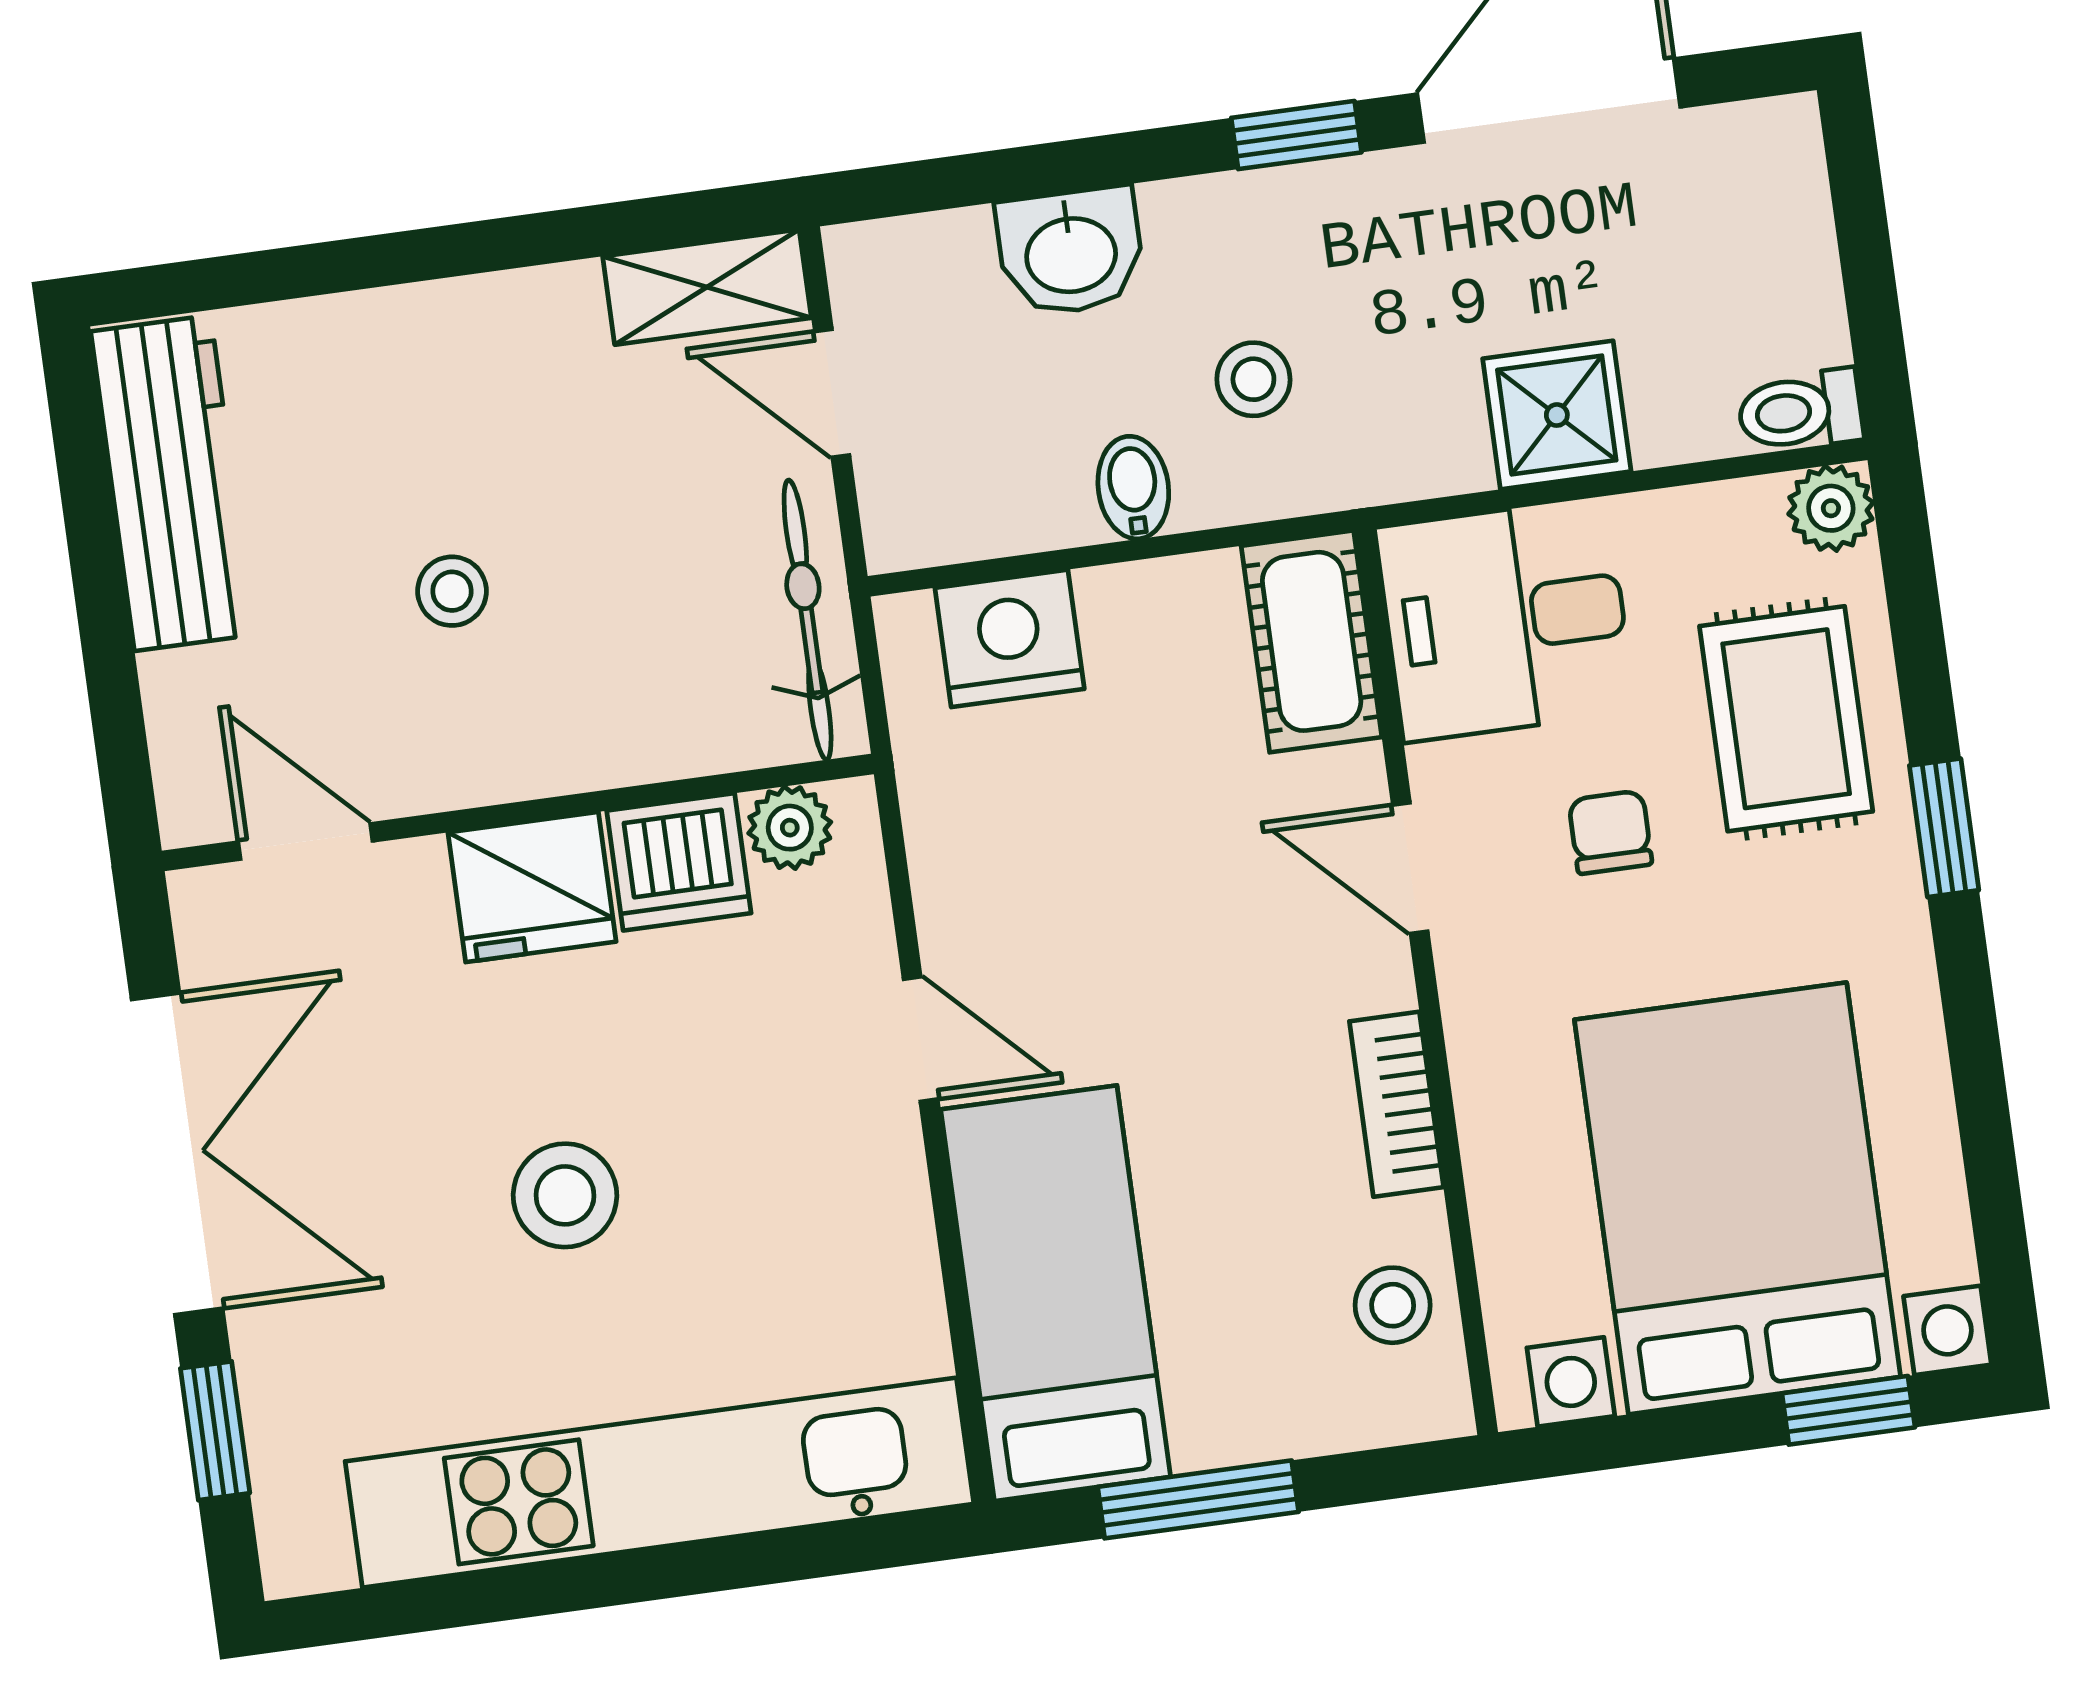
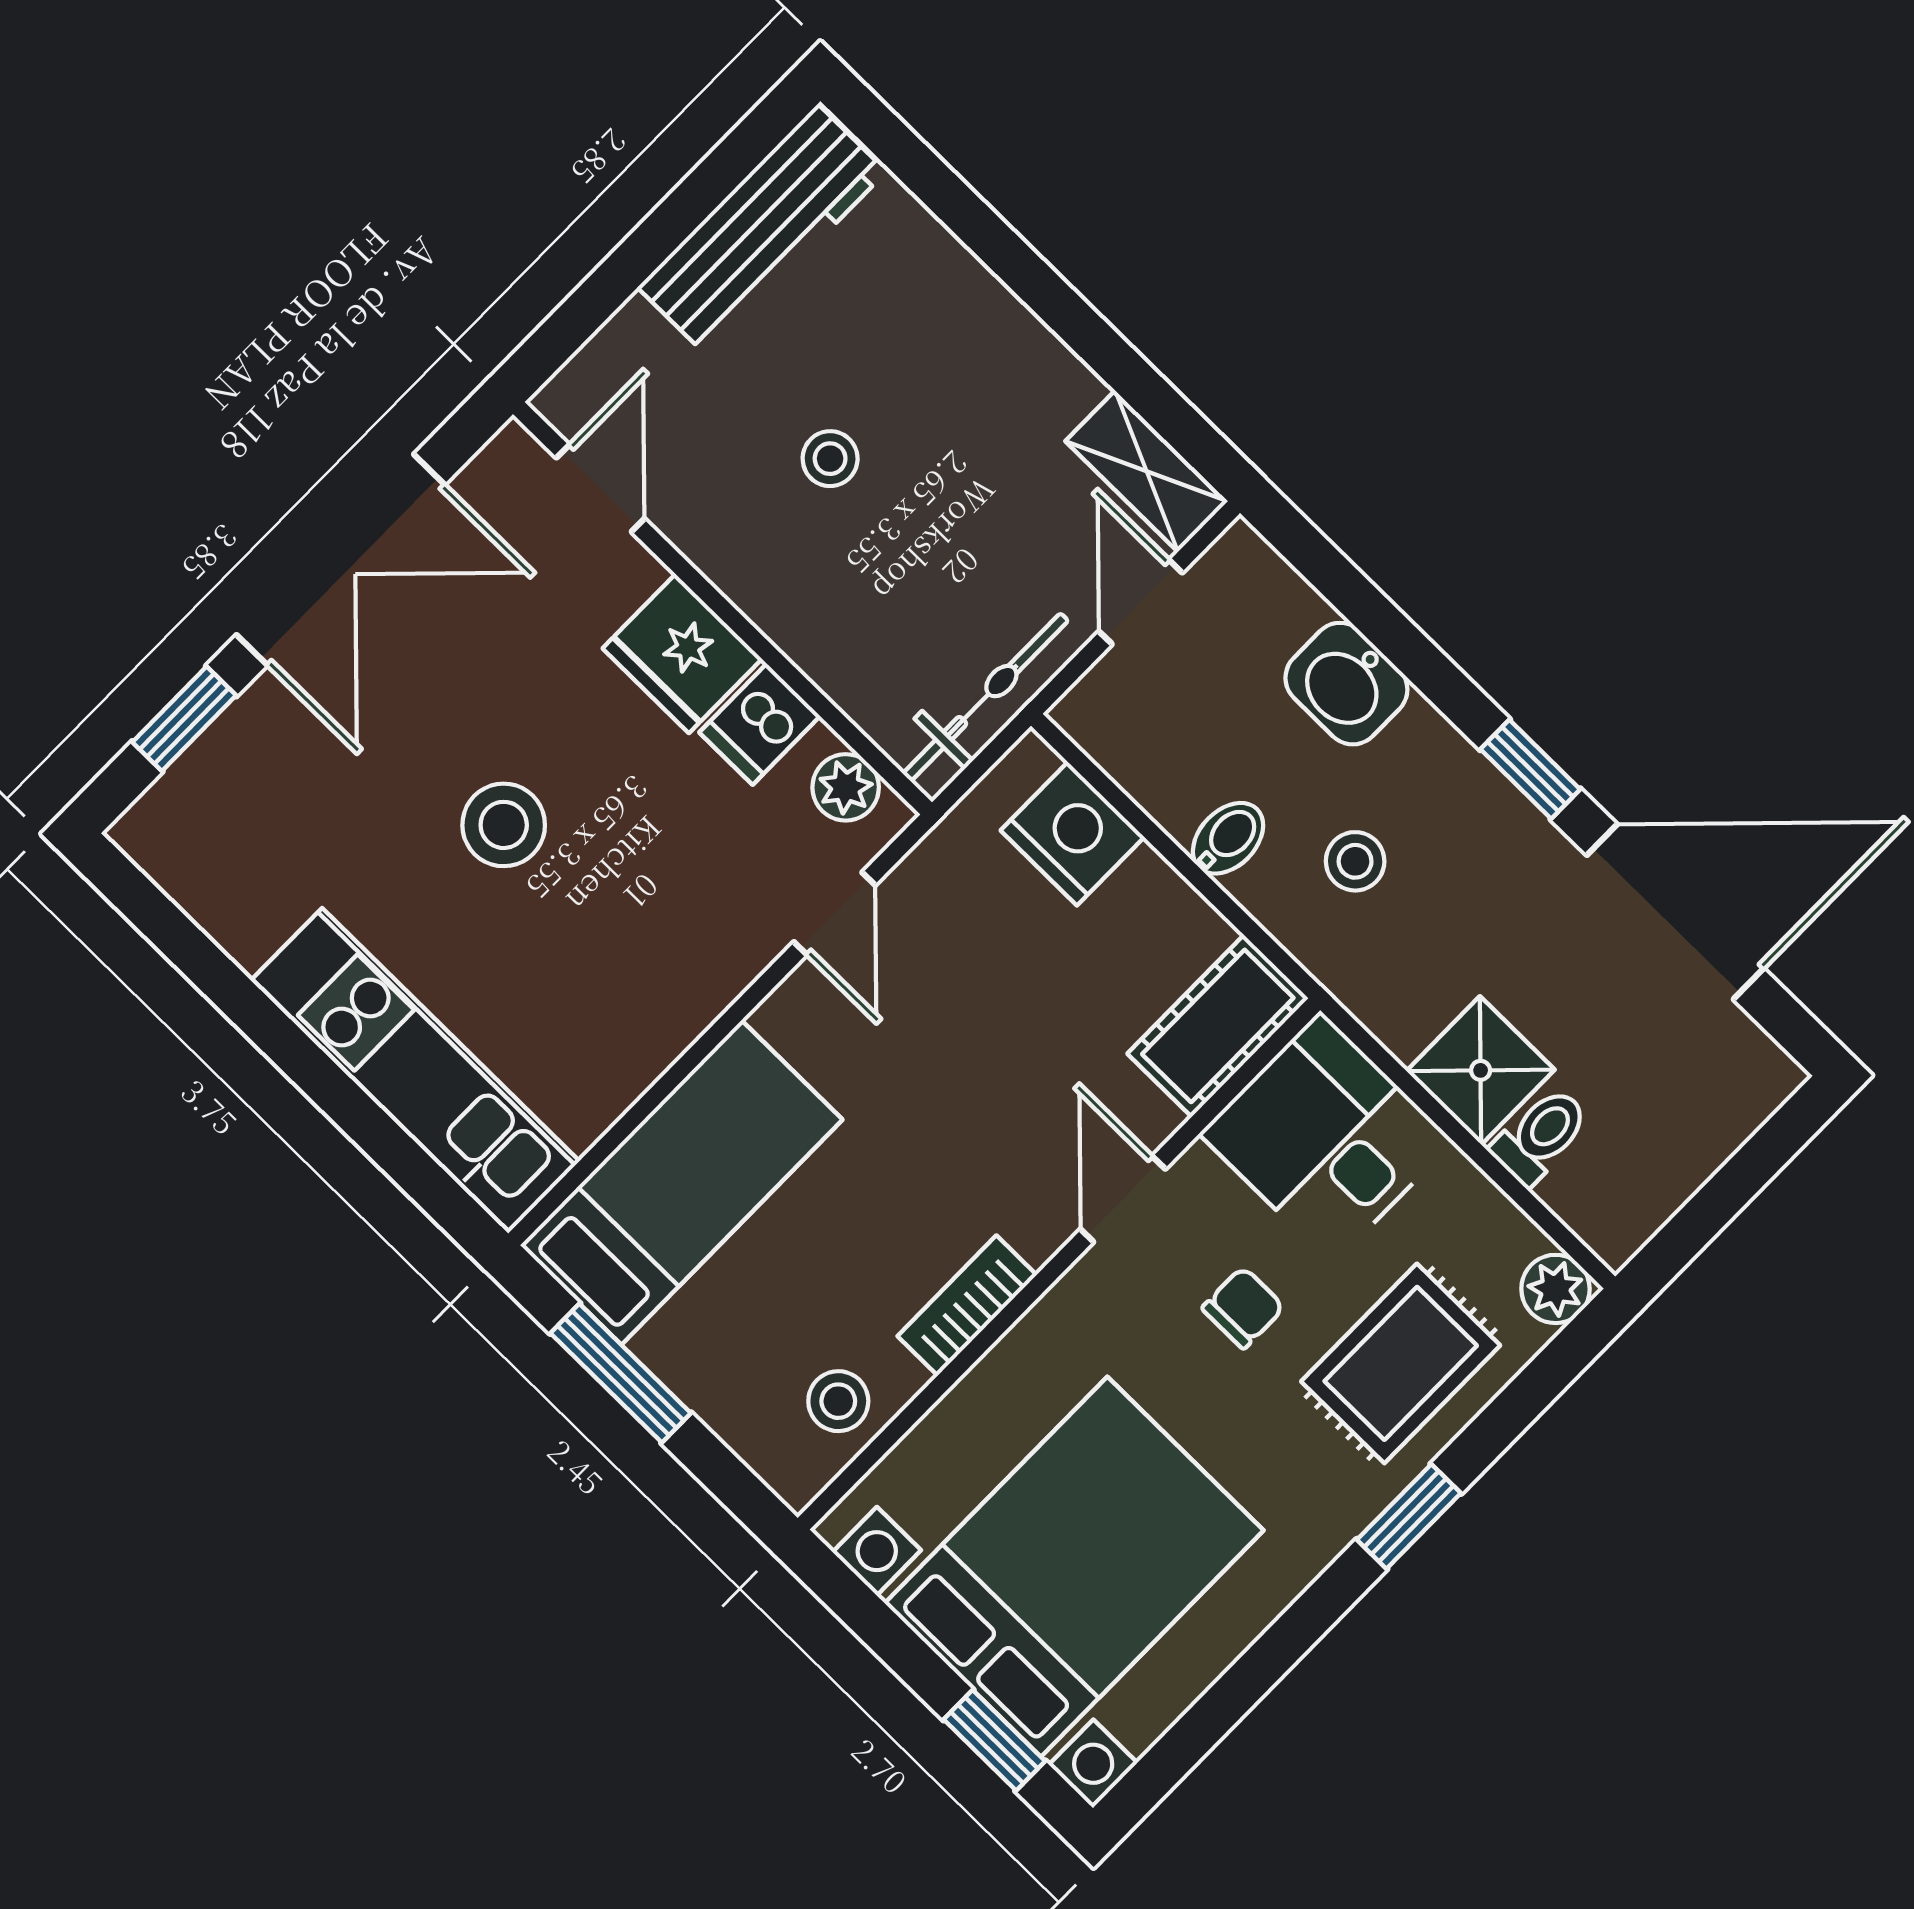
toilet: (1800, 411) -> (1541, 1136), moved, turned 90
dishwasher: (679, 862) -> (760, 724), width x0.73
door: (921, 1039) -> (835, 914), moved
kitchen unit: (659, 1483) -> (415, 1071), width x0.73

